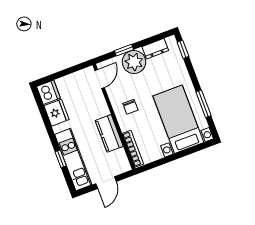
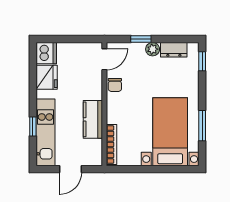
plant: (134, 62) -> (153, 49), width x0.53, depth x0.53
chair: (130, 107) -> (115, 85), moved

